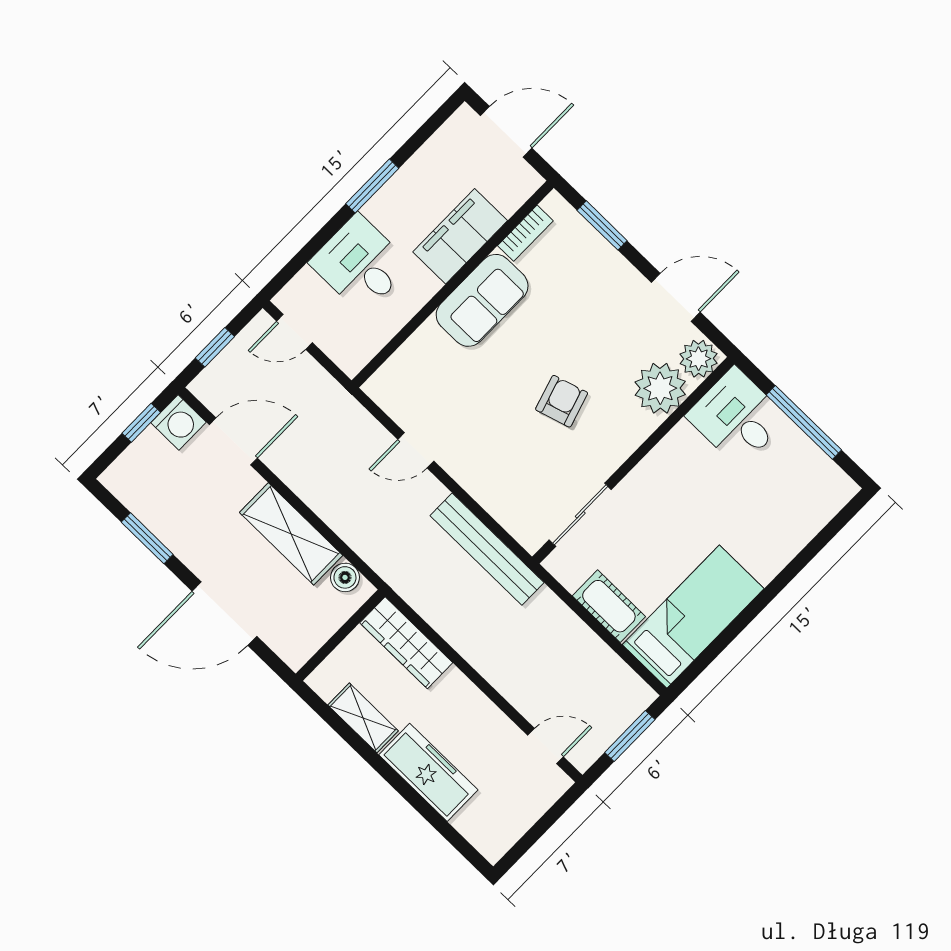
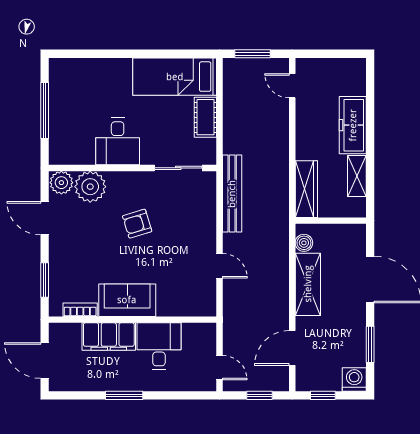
desk: (360, 264) -> (159, 346), moved, turned 180
desk: (737, 417) -> (118, 141), moved
washing machine: (178, 422) -> (354, 380), moved
door: (233, 441) -> (292, 348), hinge flipped

